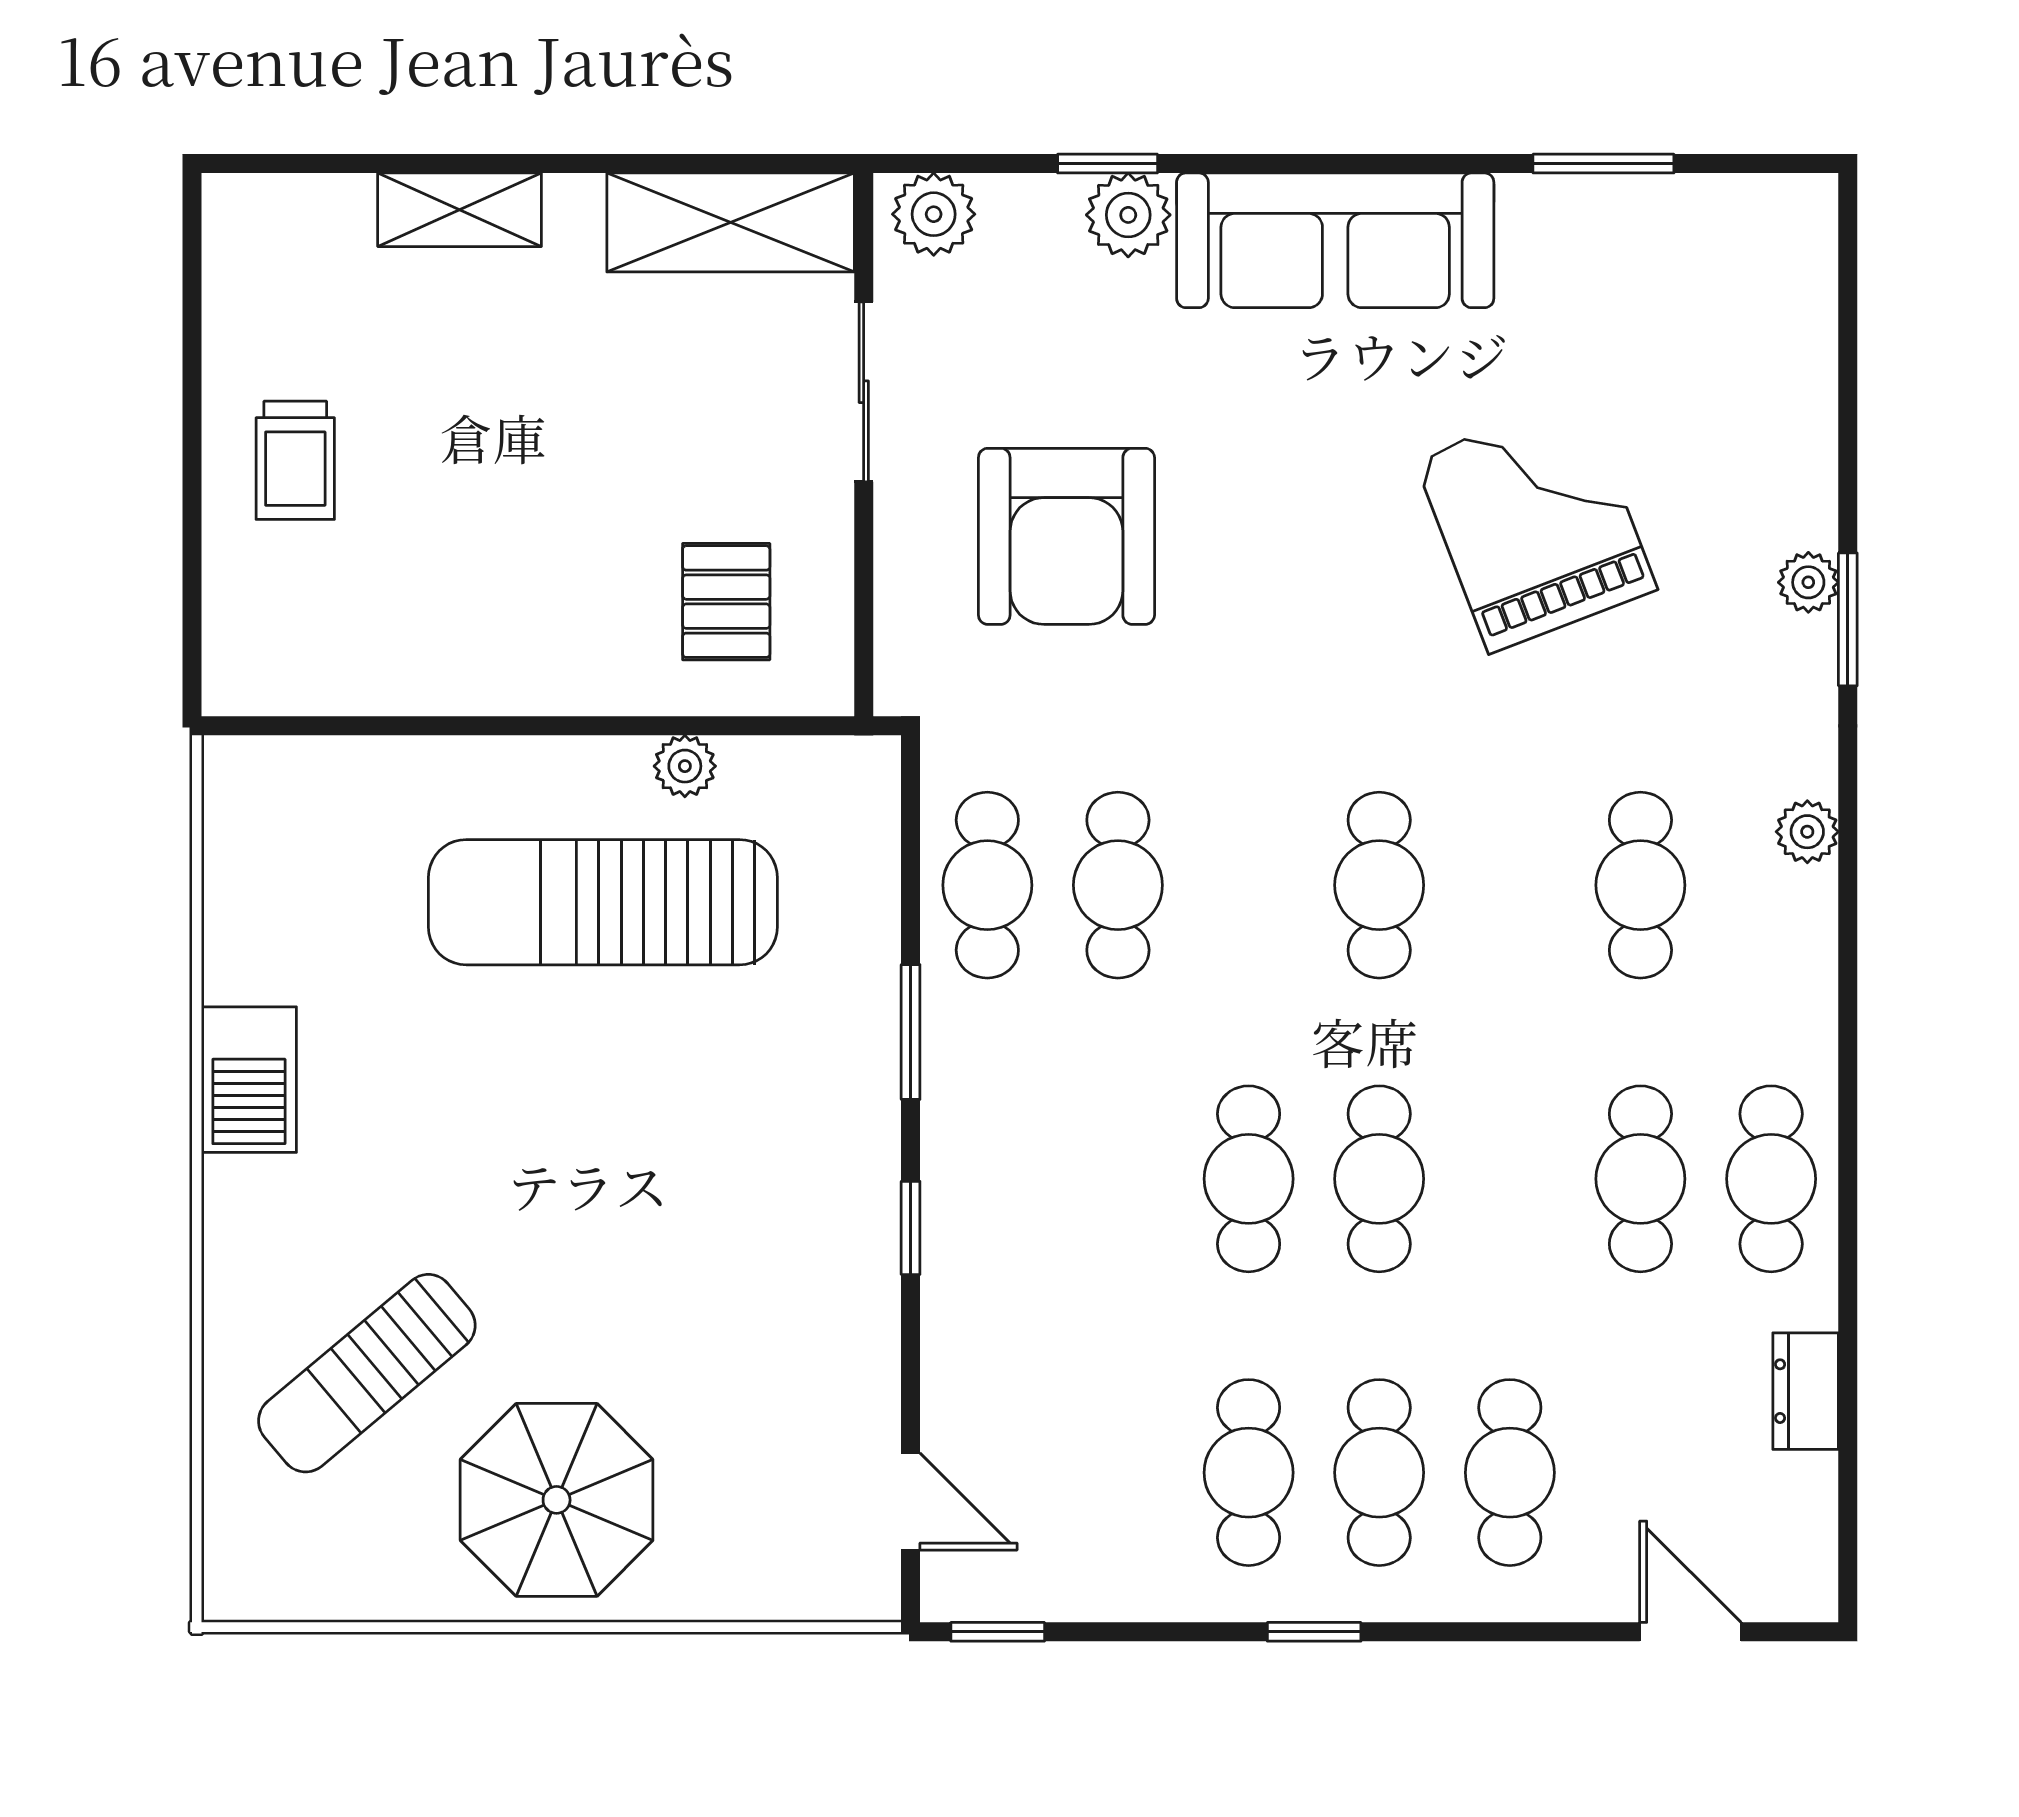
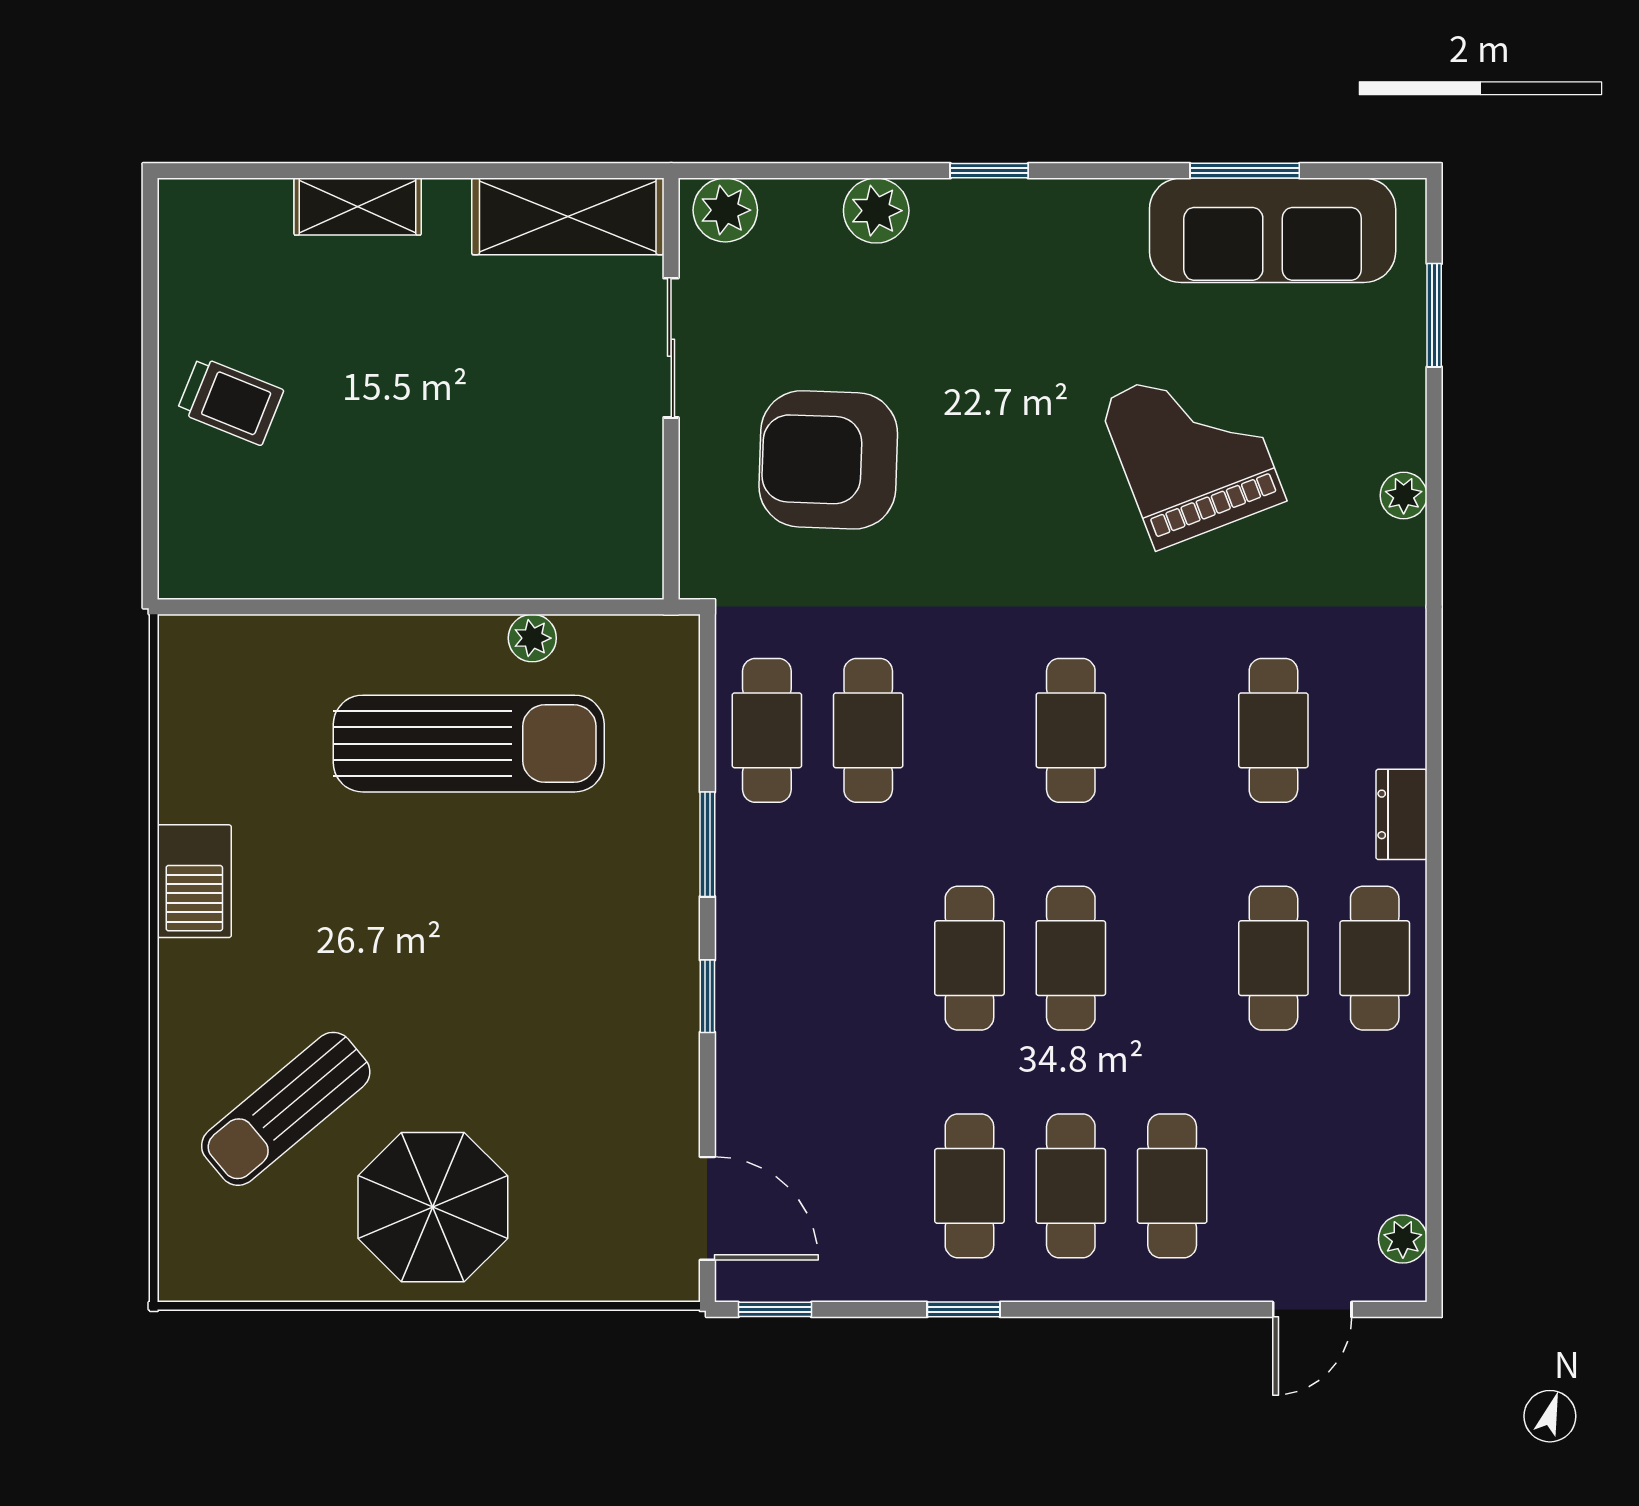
window: (1108, 164) -> (989, 171), moved
sofa: (1335, 240) -> (1273, 230), moved
trolley: (295, 460) -> (230, 401), turned -68
armchair: (1066, 536) -> (828, 460), turned 92
pallet: (726, 602) -> (564, 510), removed
window: (1848, 619) -> (1434, 315), moved
plant: (1807, 832) -> (1403, 1239), moved
sun lounger: (603, 902) -> (469, 744), turned 180
dresser: (1806, 1391) -> (1402, 814), moved
door: (911, 1502) -> (707, 1208), width x1.37
window: (1314, 1632) -> (964, 1309), moved
door: (1690, 1632) -> (1312, 1309), swing flipped

